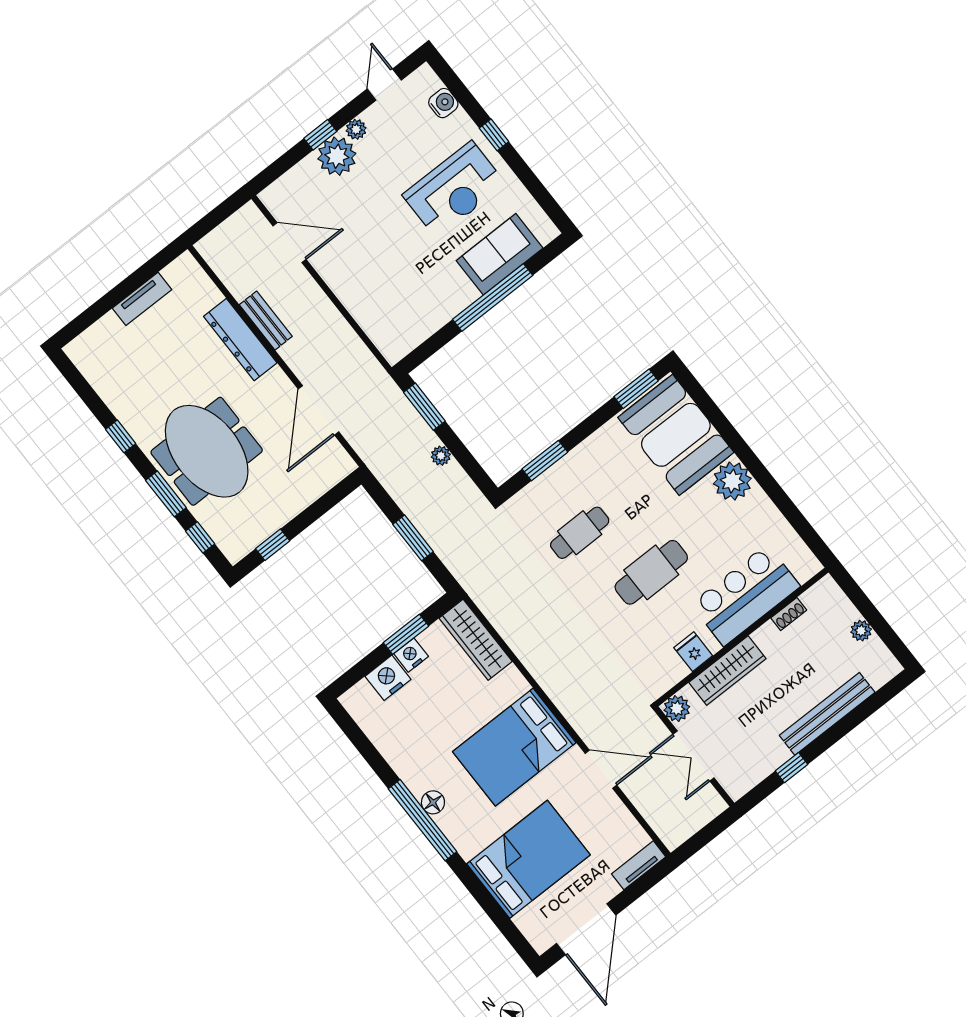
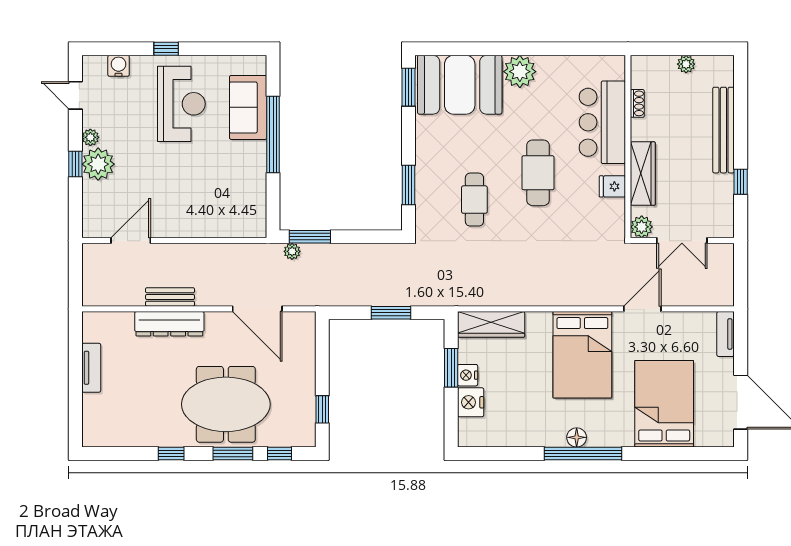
plant: (441, 456) -> (292, 251), moved

